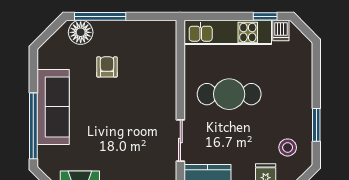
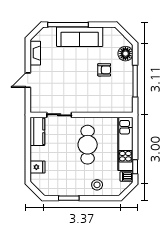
window: (100, 16) -> (135, 81), moved
stool: (288, 147) -> (97, 185), moved

